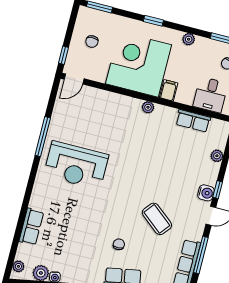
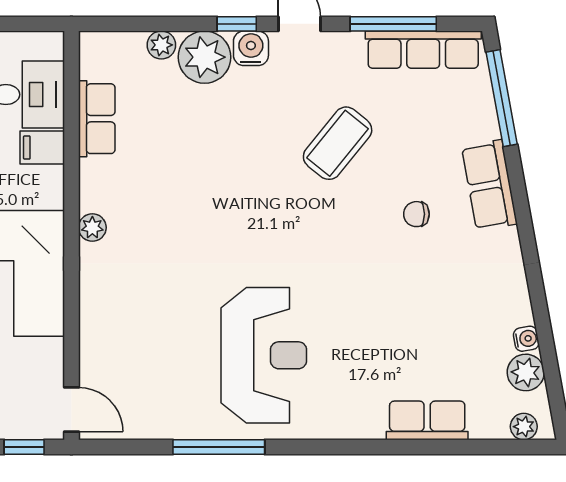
filing cabinet: (169, 90) -> (42, 147), moved
plant: (207, 173) -> (204, 57), added

